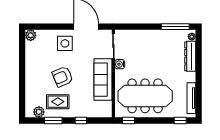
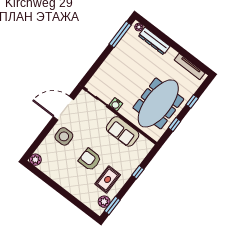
armchair: (63, 77) -> (90, 160), turned 113
sofa: (103, 80) -> (123, 131), width x0.73
window: (53, 120) -> (112, 205), moved
window: (128, 120) -> (174, 124), moved
window: (180, 120) -> (192, 101), moved

